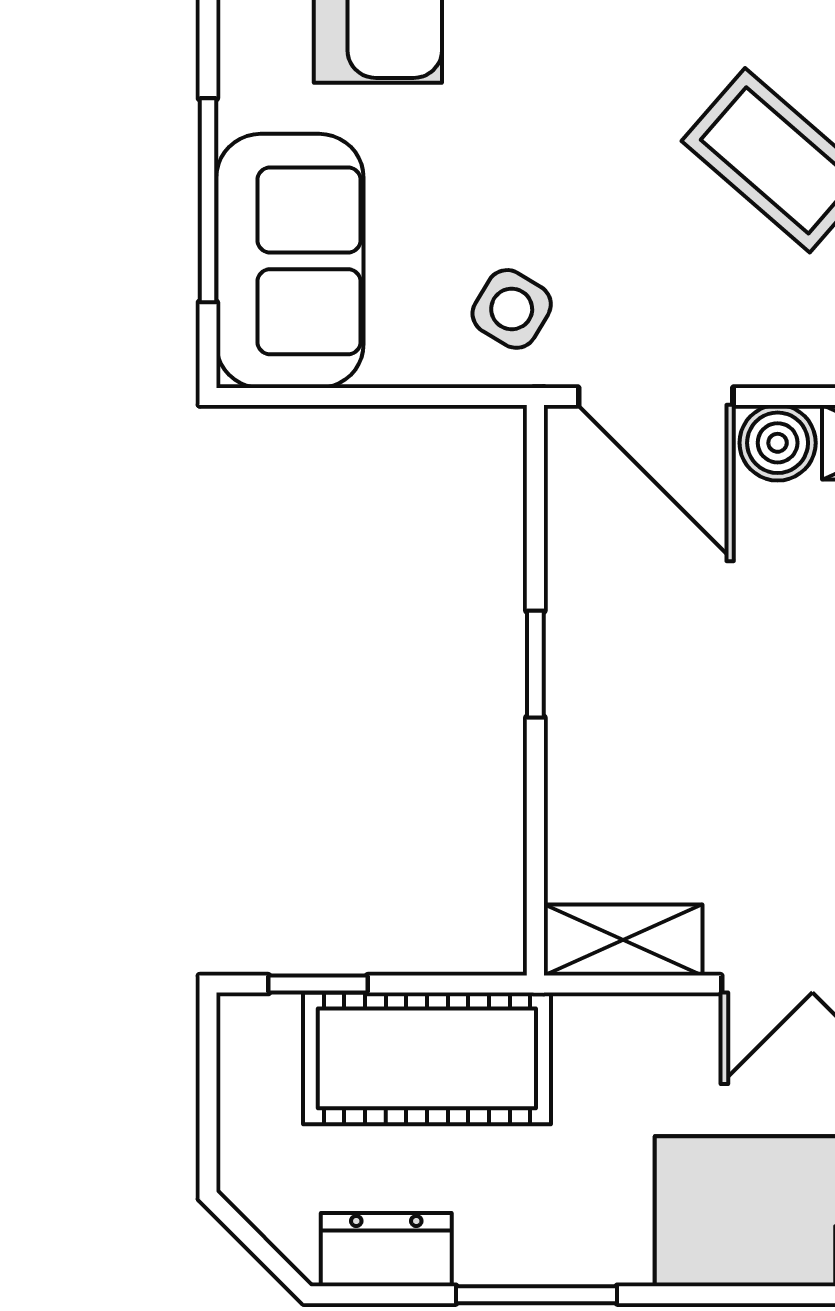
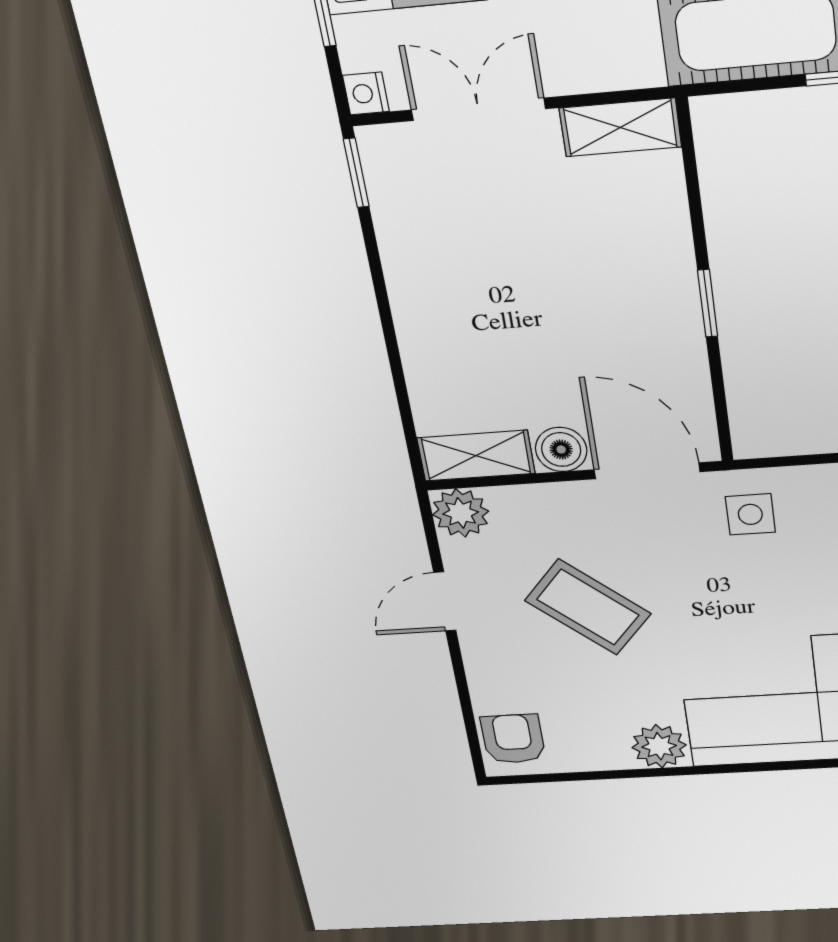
side table: (512, 309) -> (750, 514), turned -31

